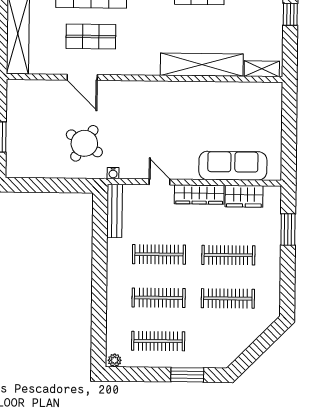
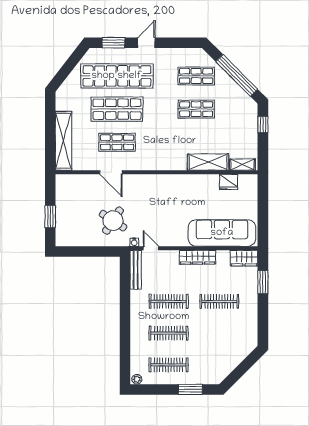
shelving: (202, 65) -> (208, 162), width x0.68
fridge: (243, 92) -> (229, 182), added
sofa: (233, 166) -> (222, 233), width x1.36, depth x1.27
door: (159, 182) -> (151, 248), moved
wardrobe: (244, 196) -> (244, 258), moved
clothes rail: (228, 298) -> (219, 333), removed

